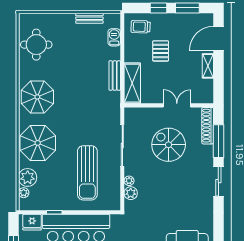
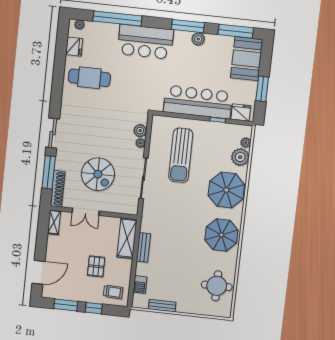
shelving: (208, 66) -> (54, 222), moved
sun lounger: (87, 173) -> (181, 155), turned 180

